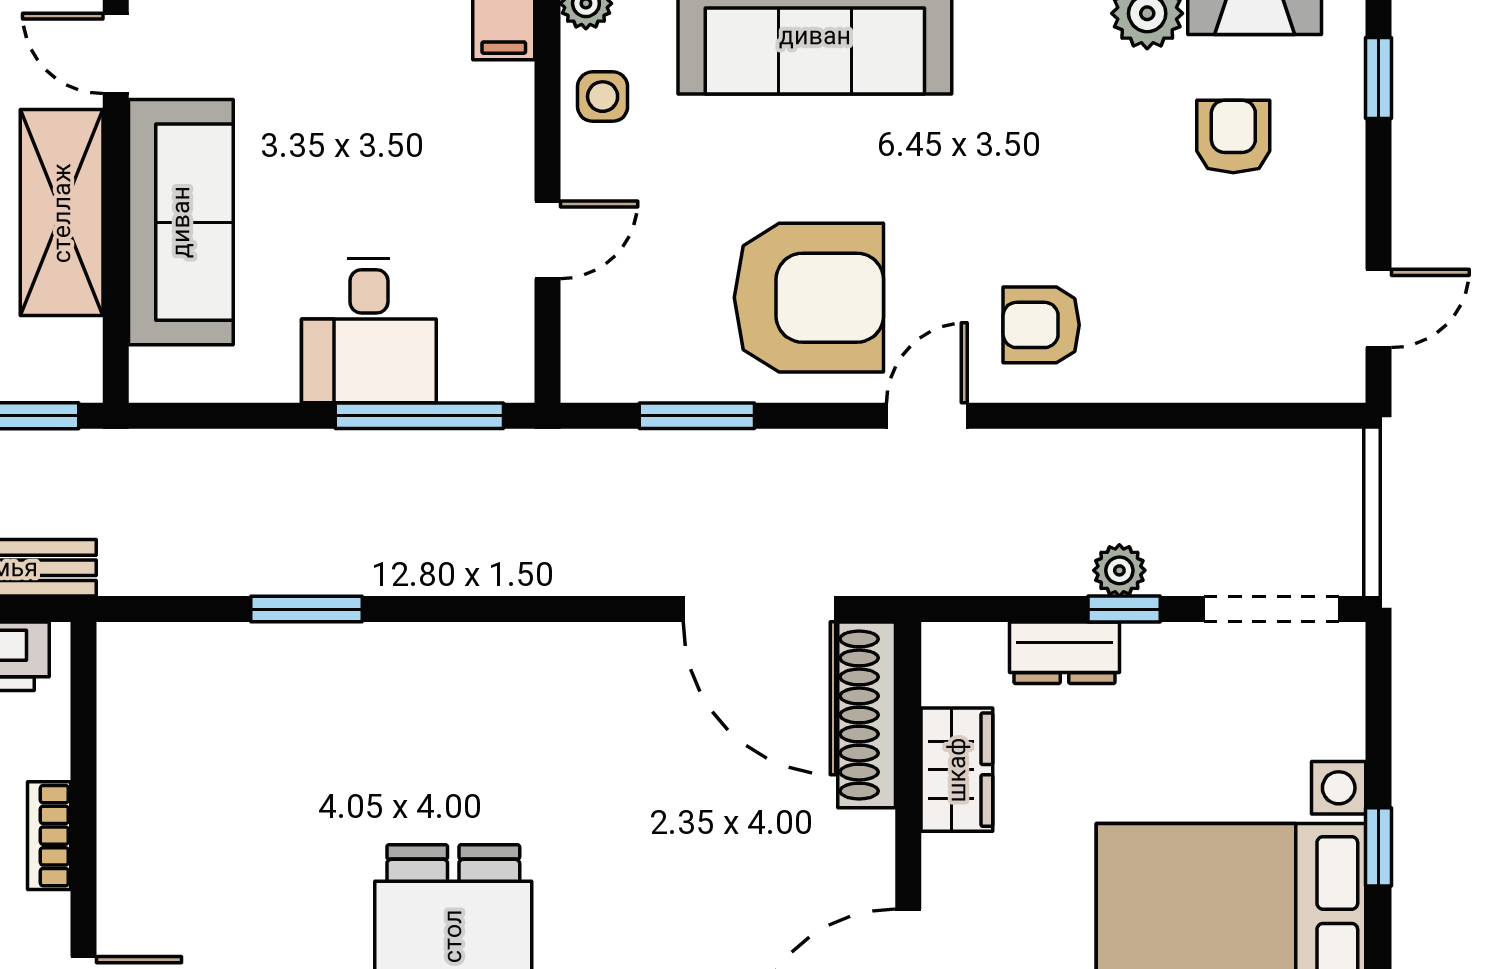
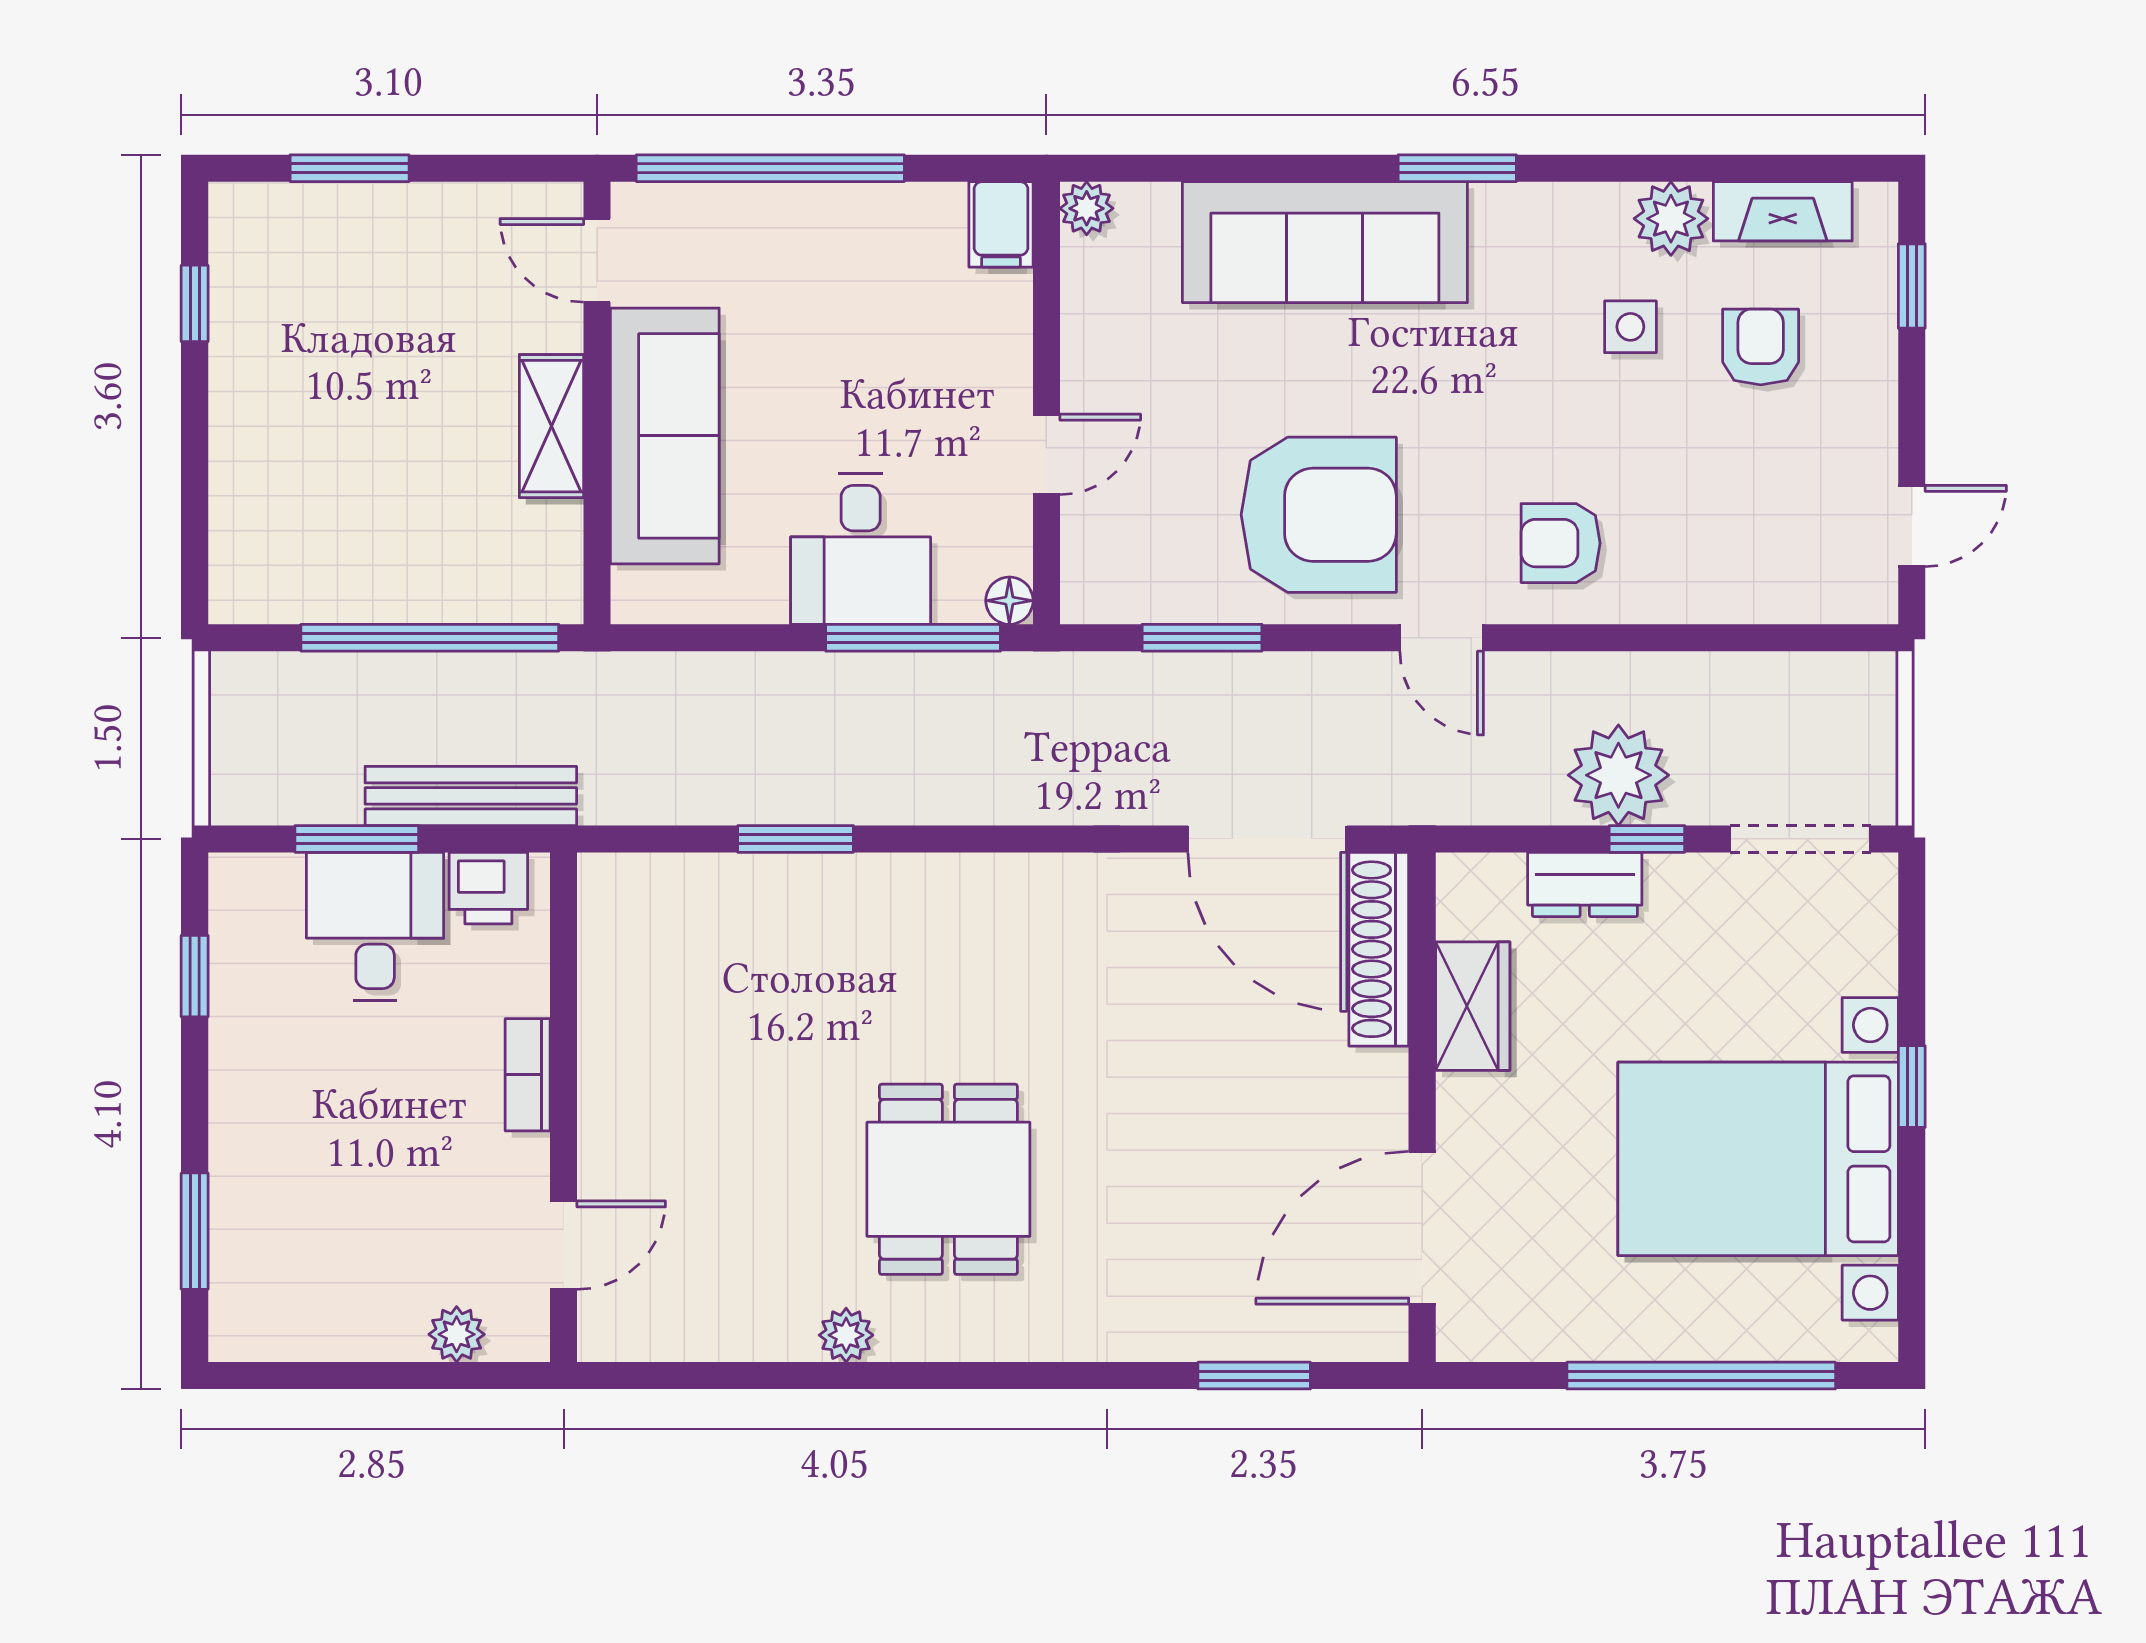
side table: (603, 97) -> (1630, 327), moved
shelving: (62, 213) -> (551, 426), width x0.67, depth x0.75
floor lamp: (512, 380) -> (1009, 601), added
door: (927, 416) -> (1442, 638), swing flipped
plant: (1119, 570) -> (1618, 775), width x1.88, depth x1.88

